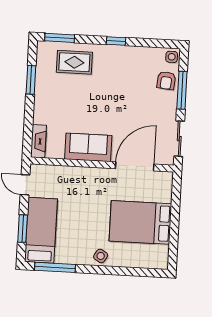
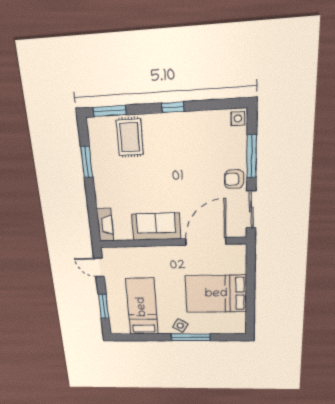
rug: (74, 62) -> (130, 137), turned 90
armchair: (166, 80) -> (234, 179), moved, turned 85
bed: (41, 230) -> (142, 307), moved
window: (55, 267) -> (191, 337), moved

